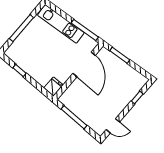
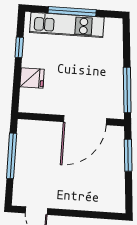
kitchen unit: (61, 24) -> (67, 25), moved, turned -85
fridge: (53, 86) -> (32, 78), moved
window: (137, 98) -> (93, 215), removed

